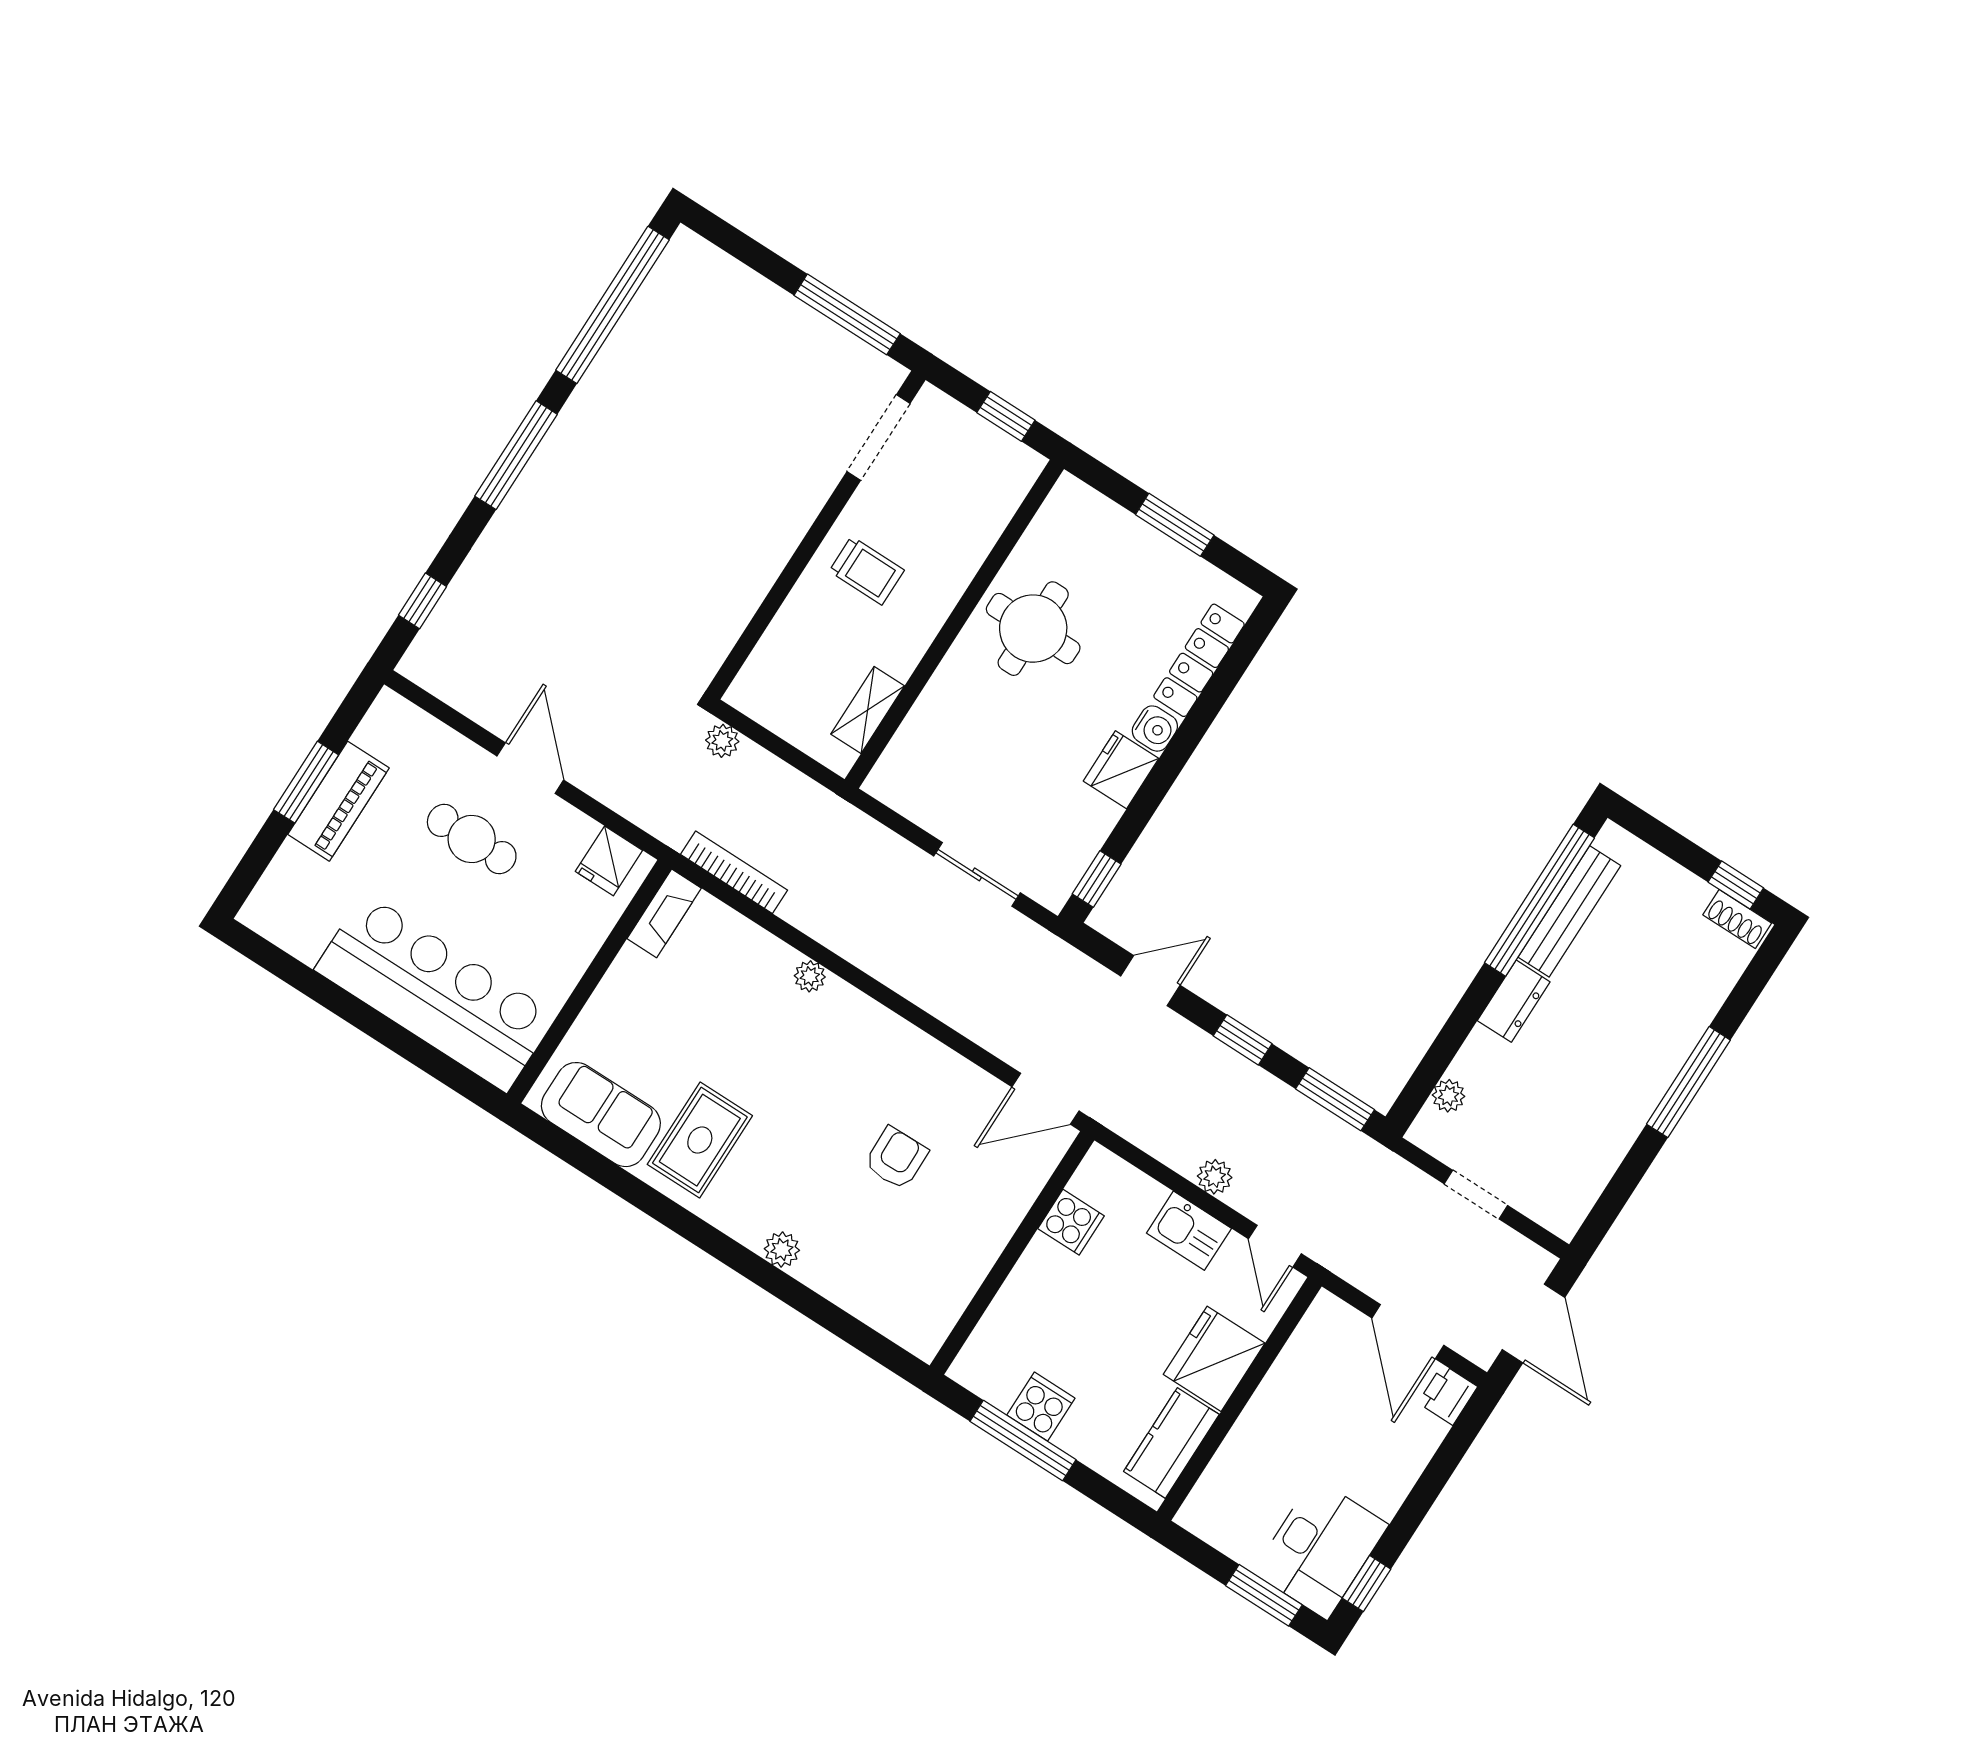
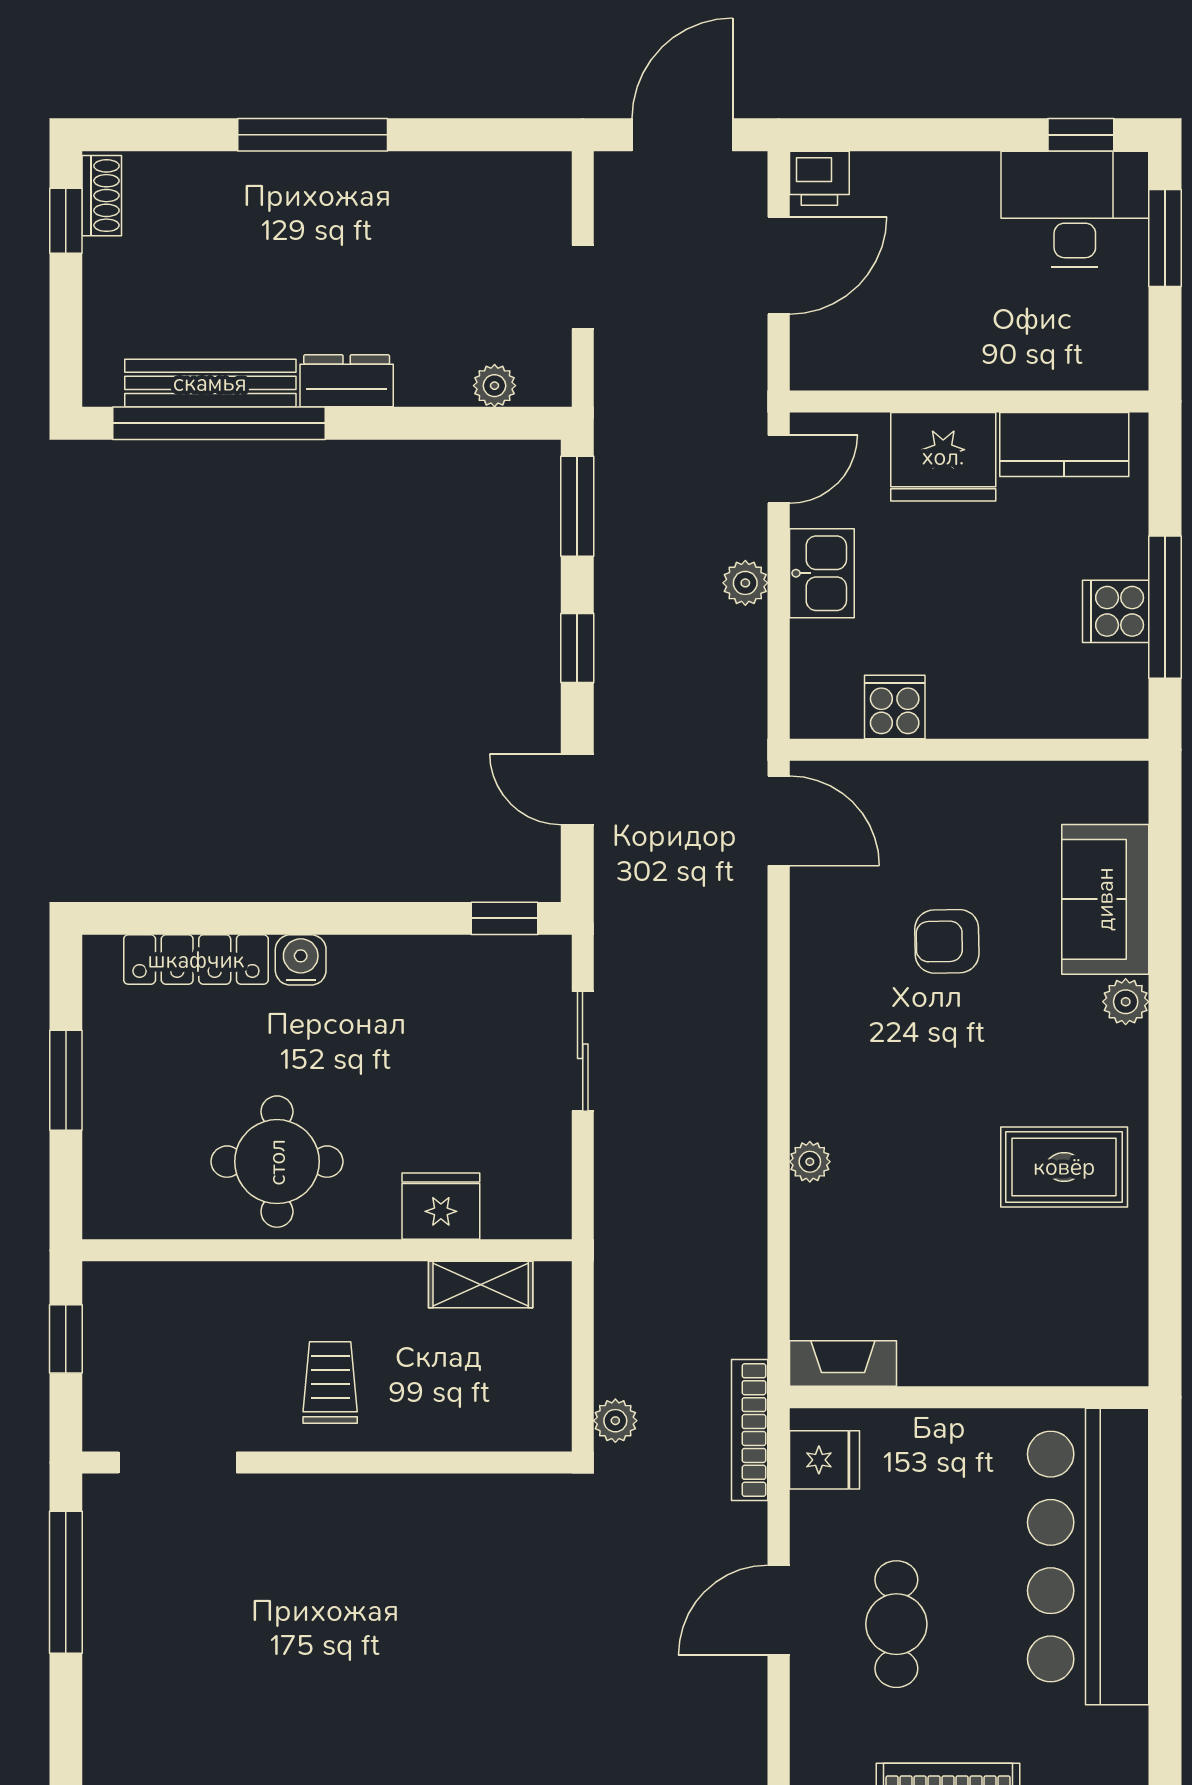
fridge: (1121, 770) -> (441, 1206), moved, turned 180
bookcase: (734, 872) -> (750, 1430), moved
sofa: (601, 1115) -> (1105, 899), moved

